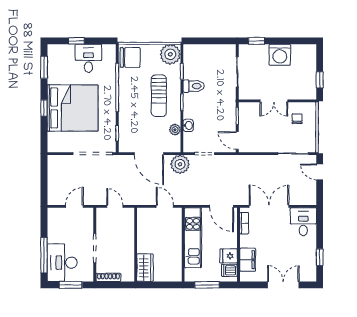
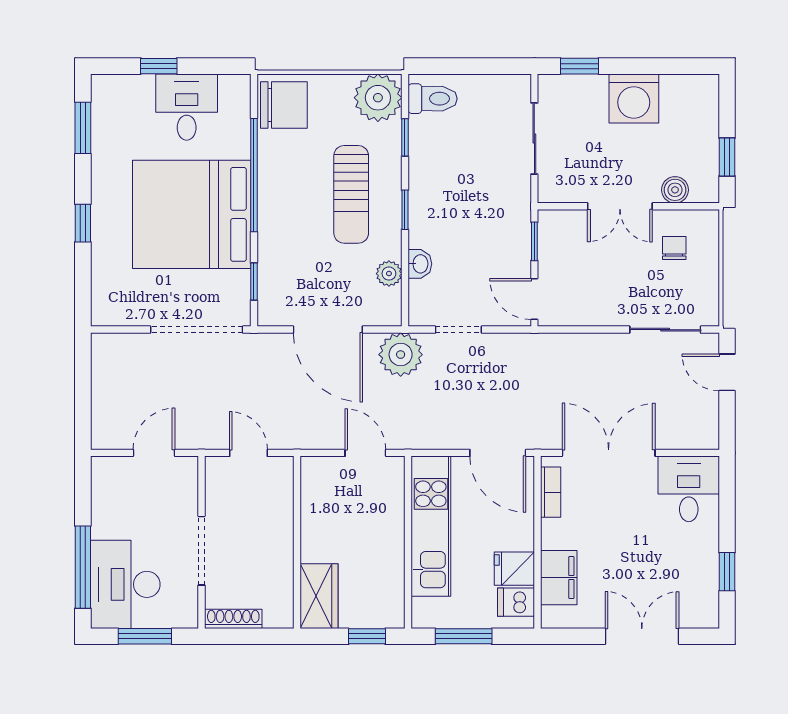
toilet: (194, 86) -> (433, 99), moved
boiler: (297, 94) -> (675, 190), added
bed: (73, 108) -> (192, 214), moved, turned 180
window: (166, 285) -> (367, 636), added

